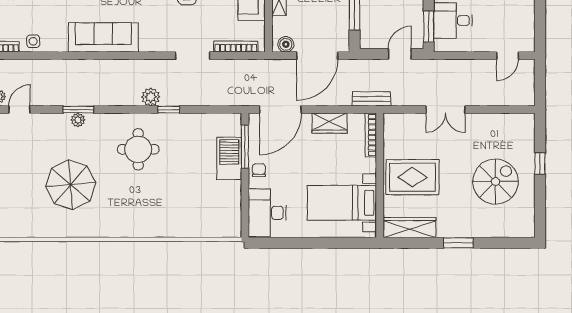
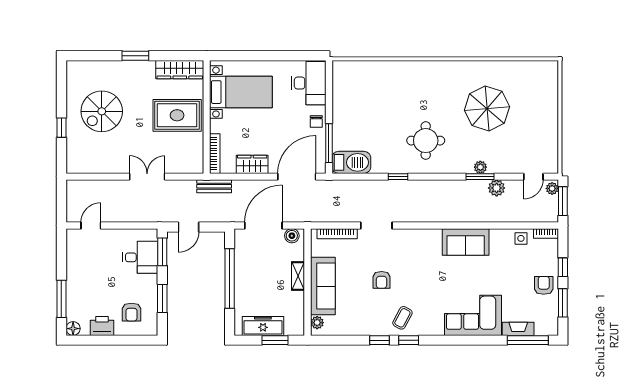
sofa: (103, 37) -> (466, 242), width x0.73
plant: (151, 97) -> (497, 188), moved
barbecue: (229, 158) -> (351, 162), moved, turned -90

